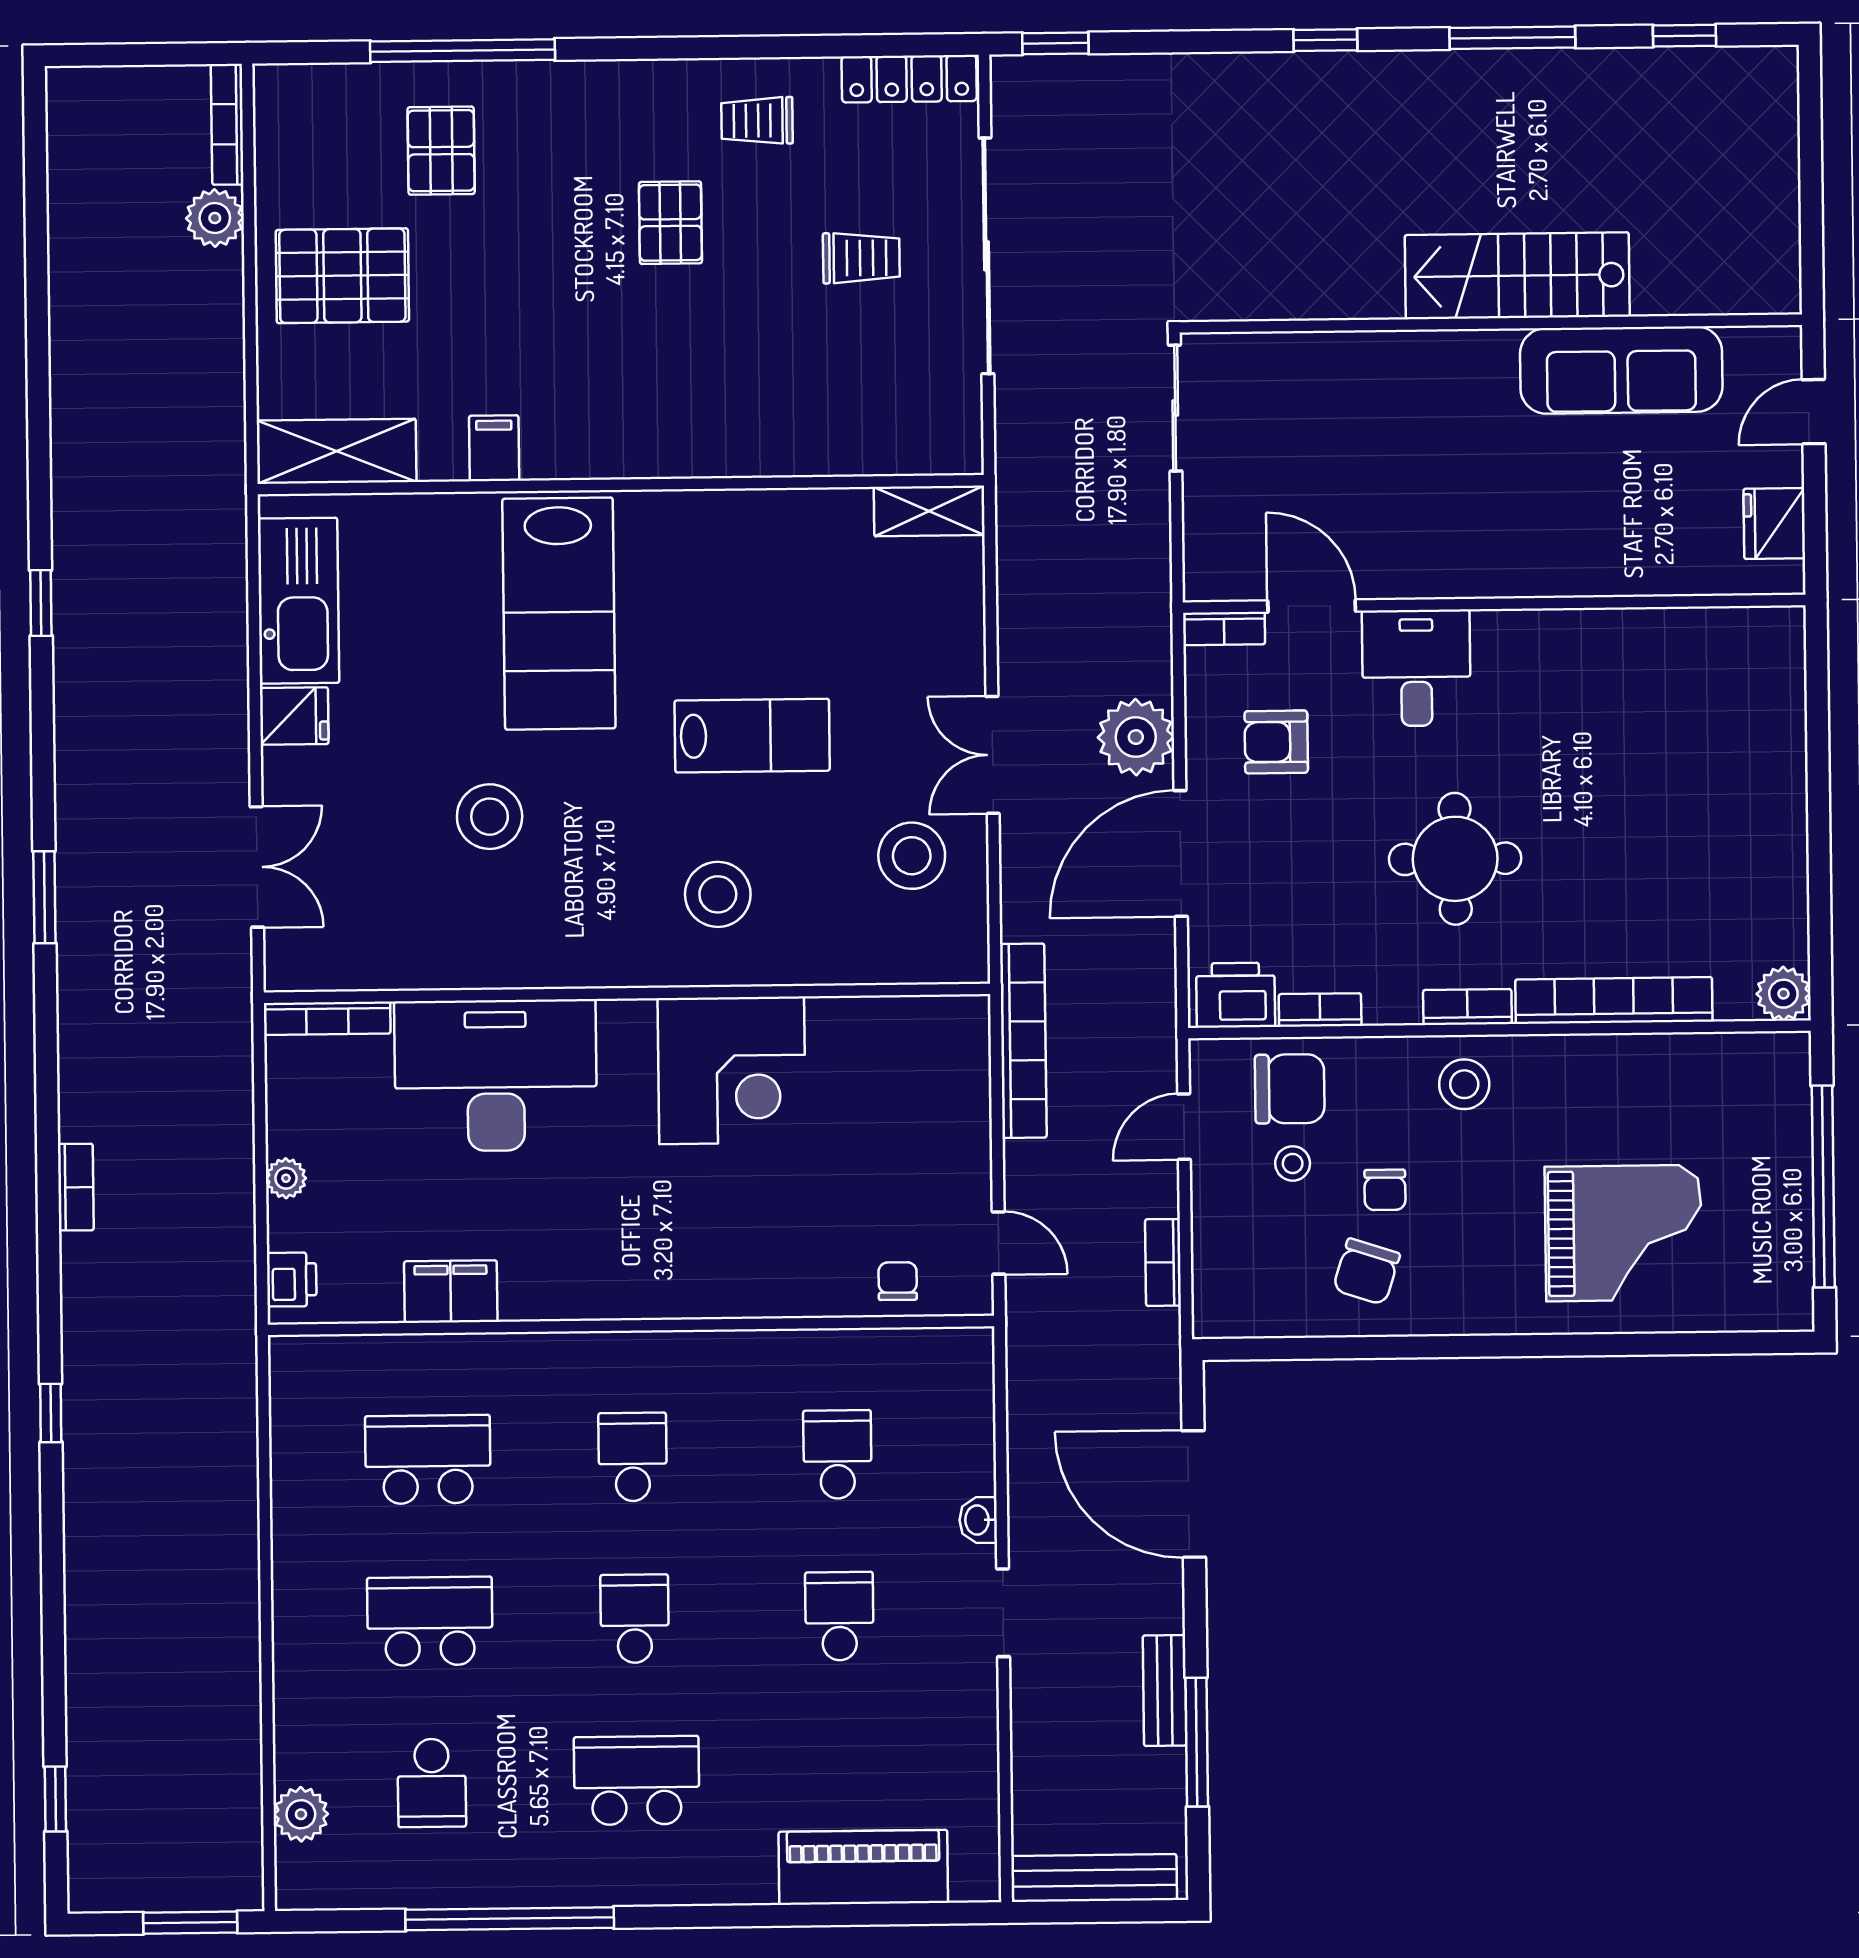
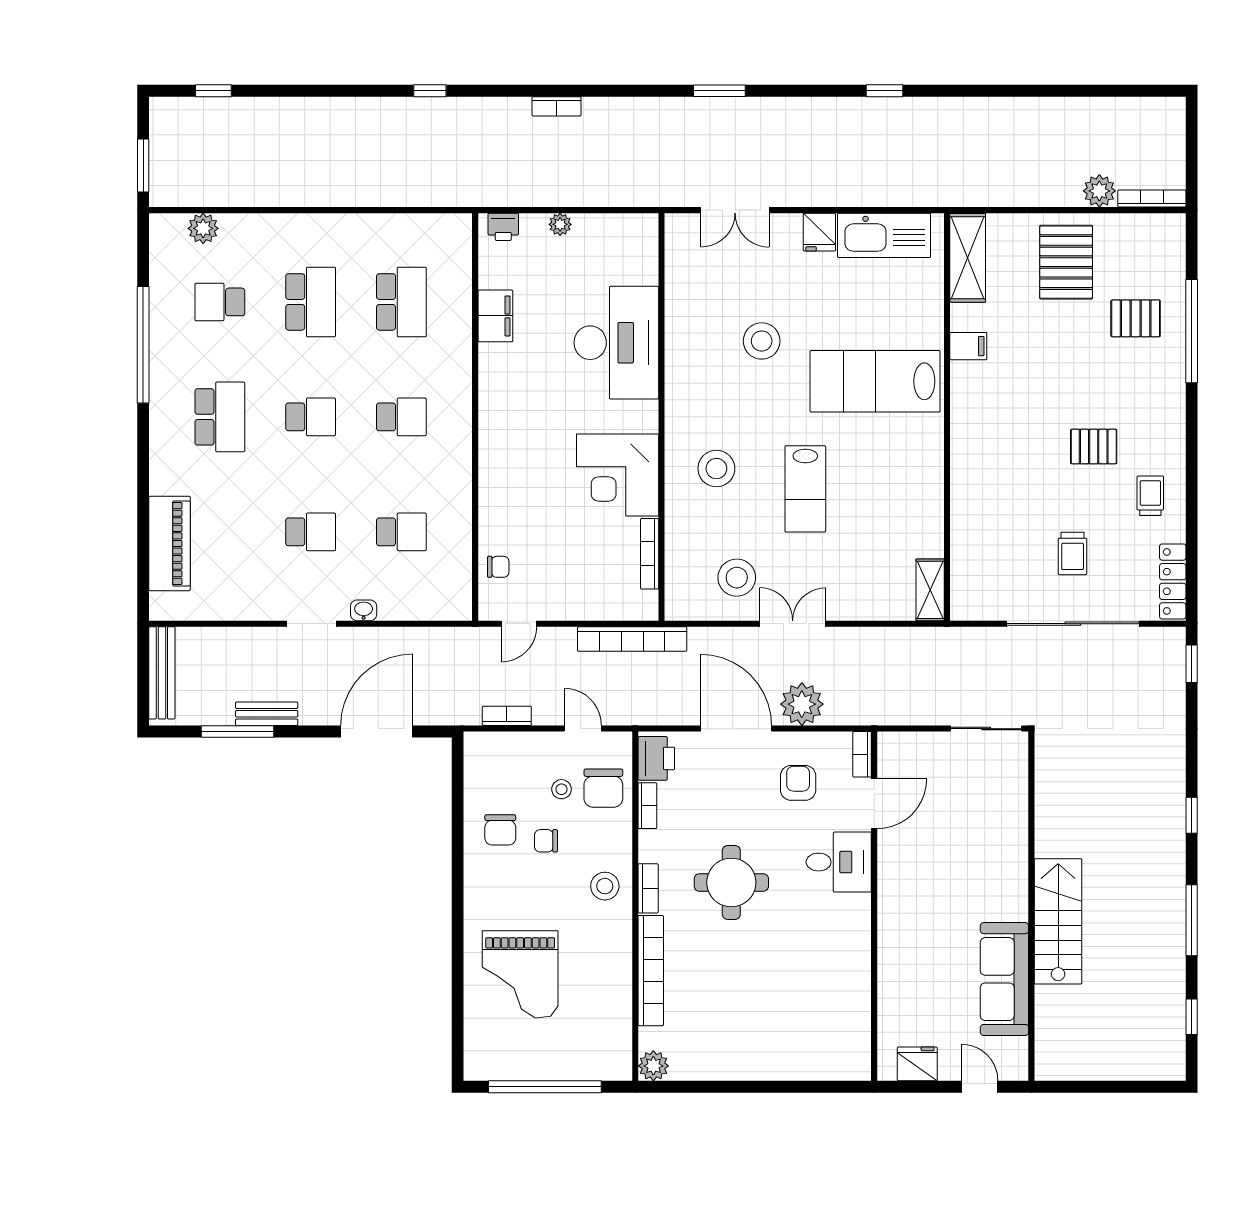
bookcase: (327, 1018) -> (650, 554), moved
chair: (1366, 1272) -> (500, 830), turned -108

